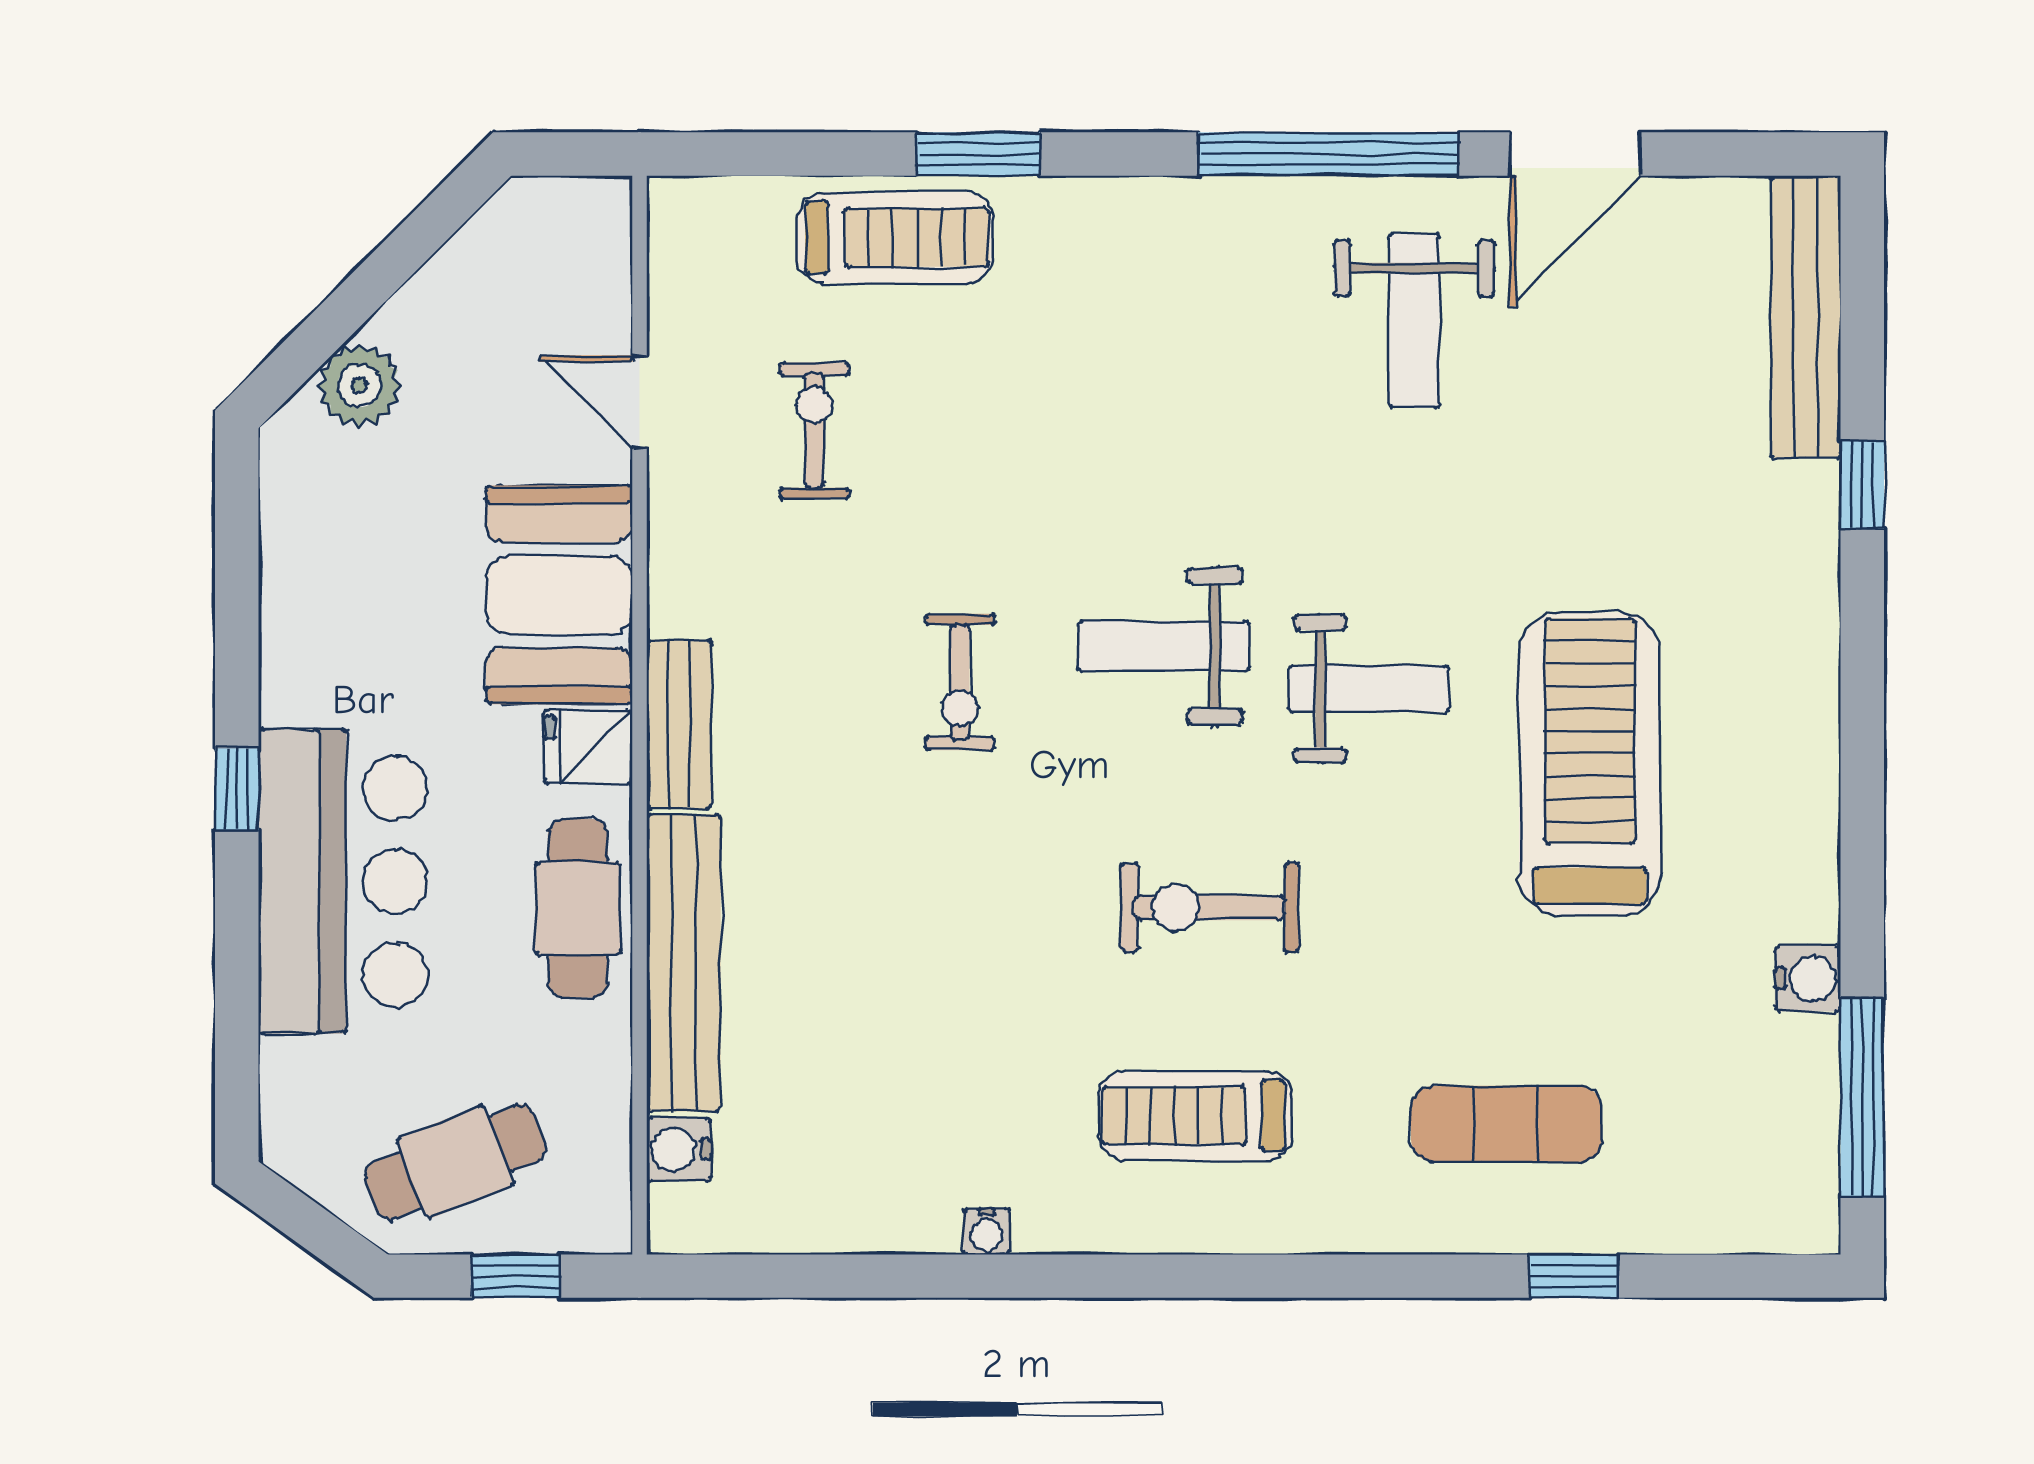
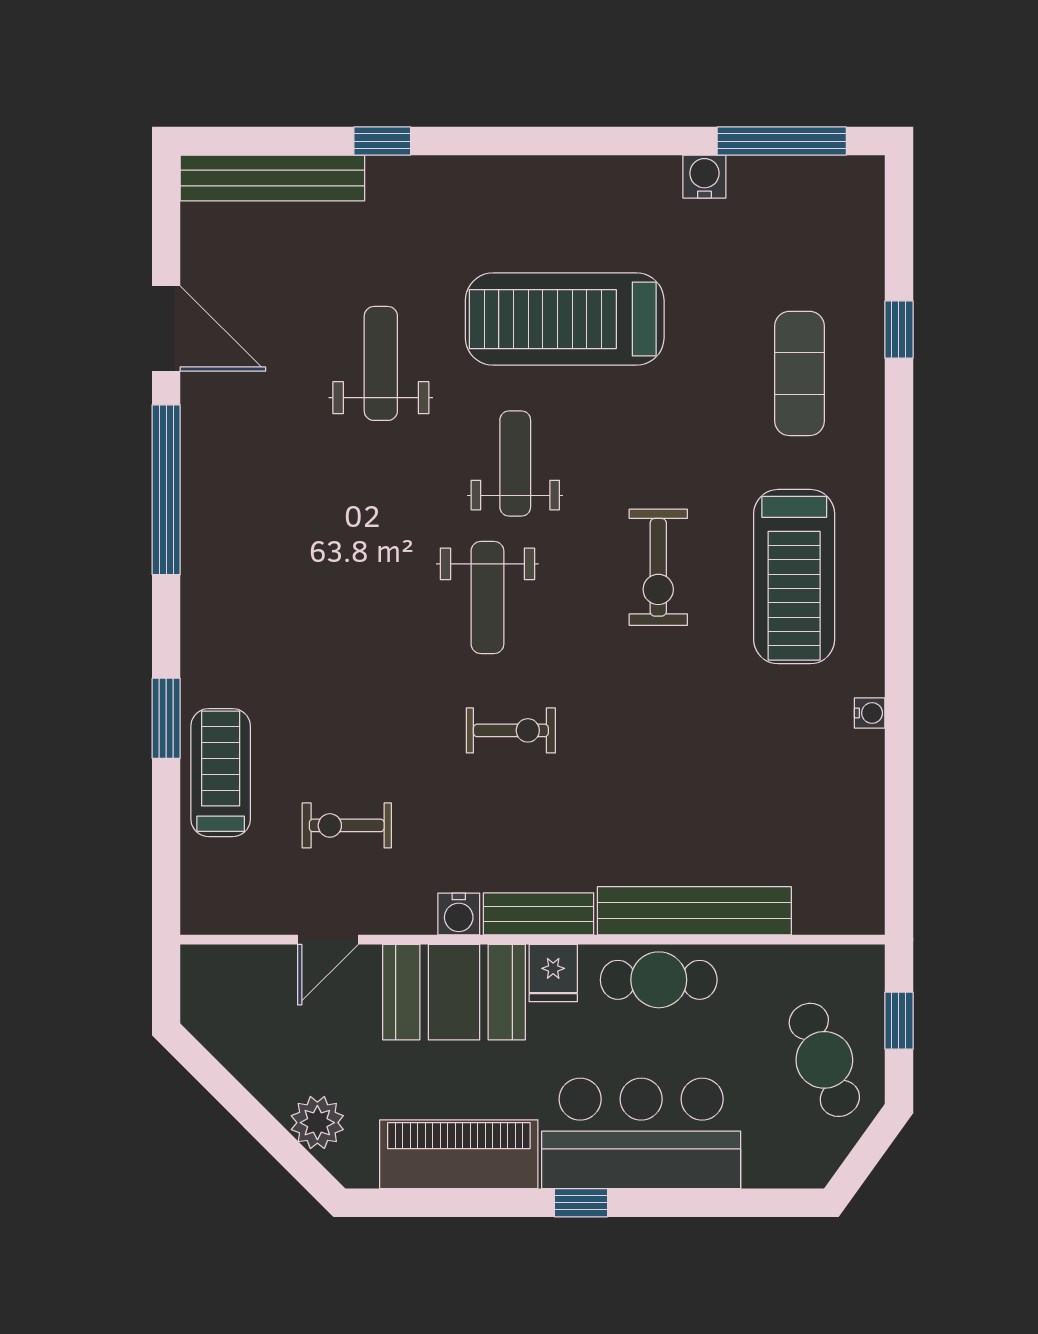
weight bench: (1414, 321) -> (381, 363), moved, turned -90
piano: (311, 602) -> (459, 1154), added
treadmill: (1195, 1116) -> (794, 577), width x1.37, depth x1.38
water cooler: (679, 1149) -> (459, 914), moved

